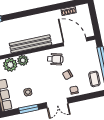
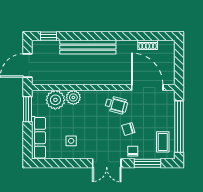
bench: (30, 44) -> (88, 47), moved
window: (29, 109) -> (148, 163), moved

